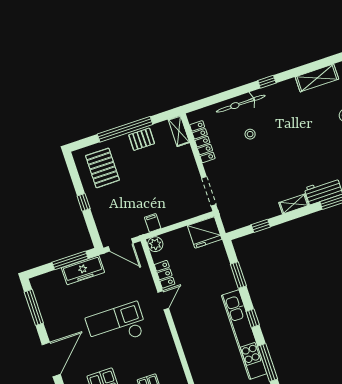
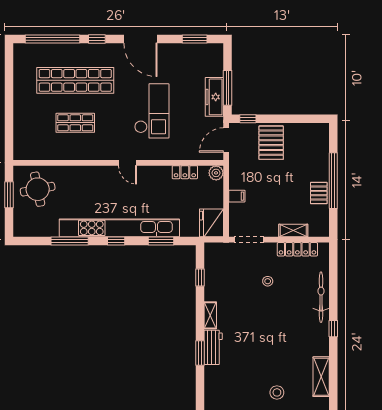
shelving: (179, 131) -> (293, 231), moved
stool: (250, 134) -> (268, 281), moved
pallet: (102, 168) -> (271, 143), moved, turned 90
window: (84, 202) -> (248, 119), moved
filing cabinet: (153, 223) -> (237, 196), moved
door: (163, 300) -> (127, 163), moved
window: (34, 307) -> (195, 39), width x0.69
kitchen unit: (244, 335) -> (119, 228), width x1.36

